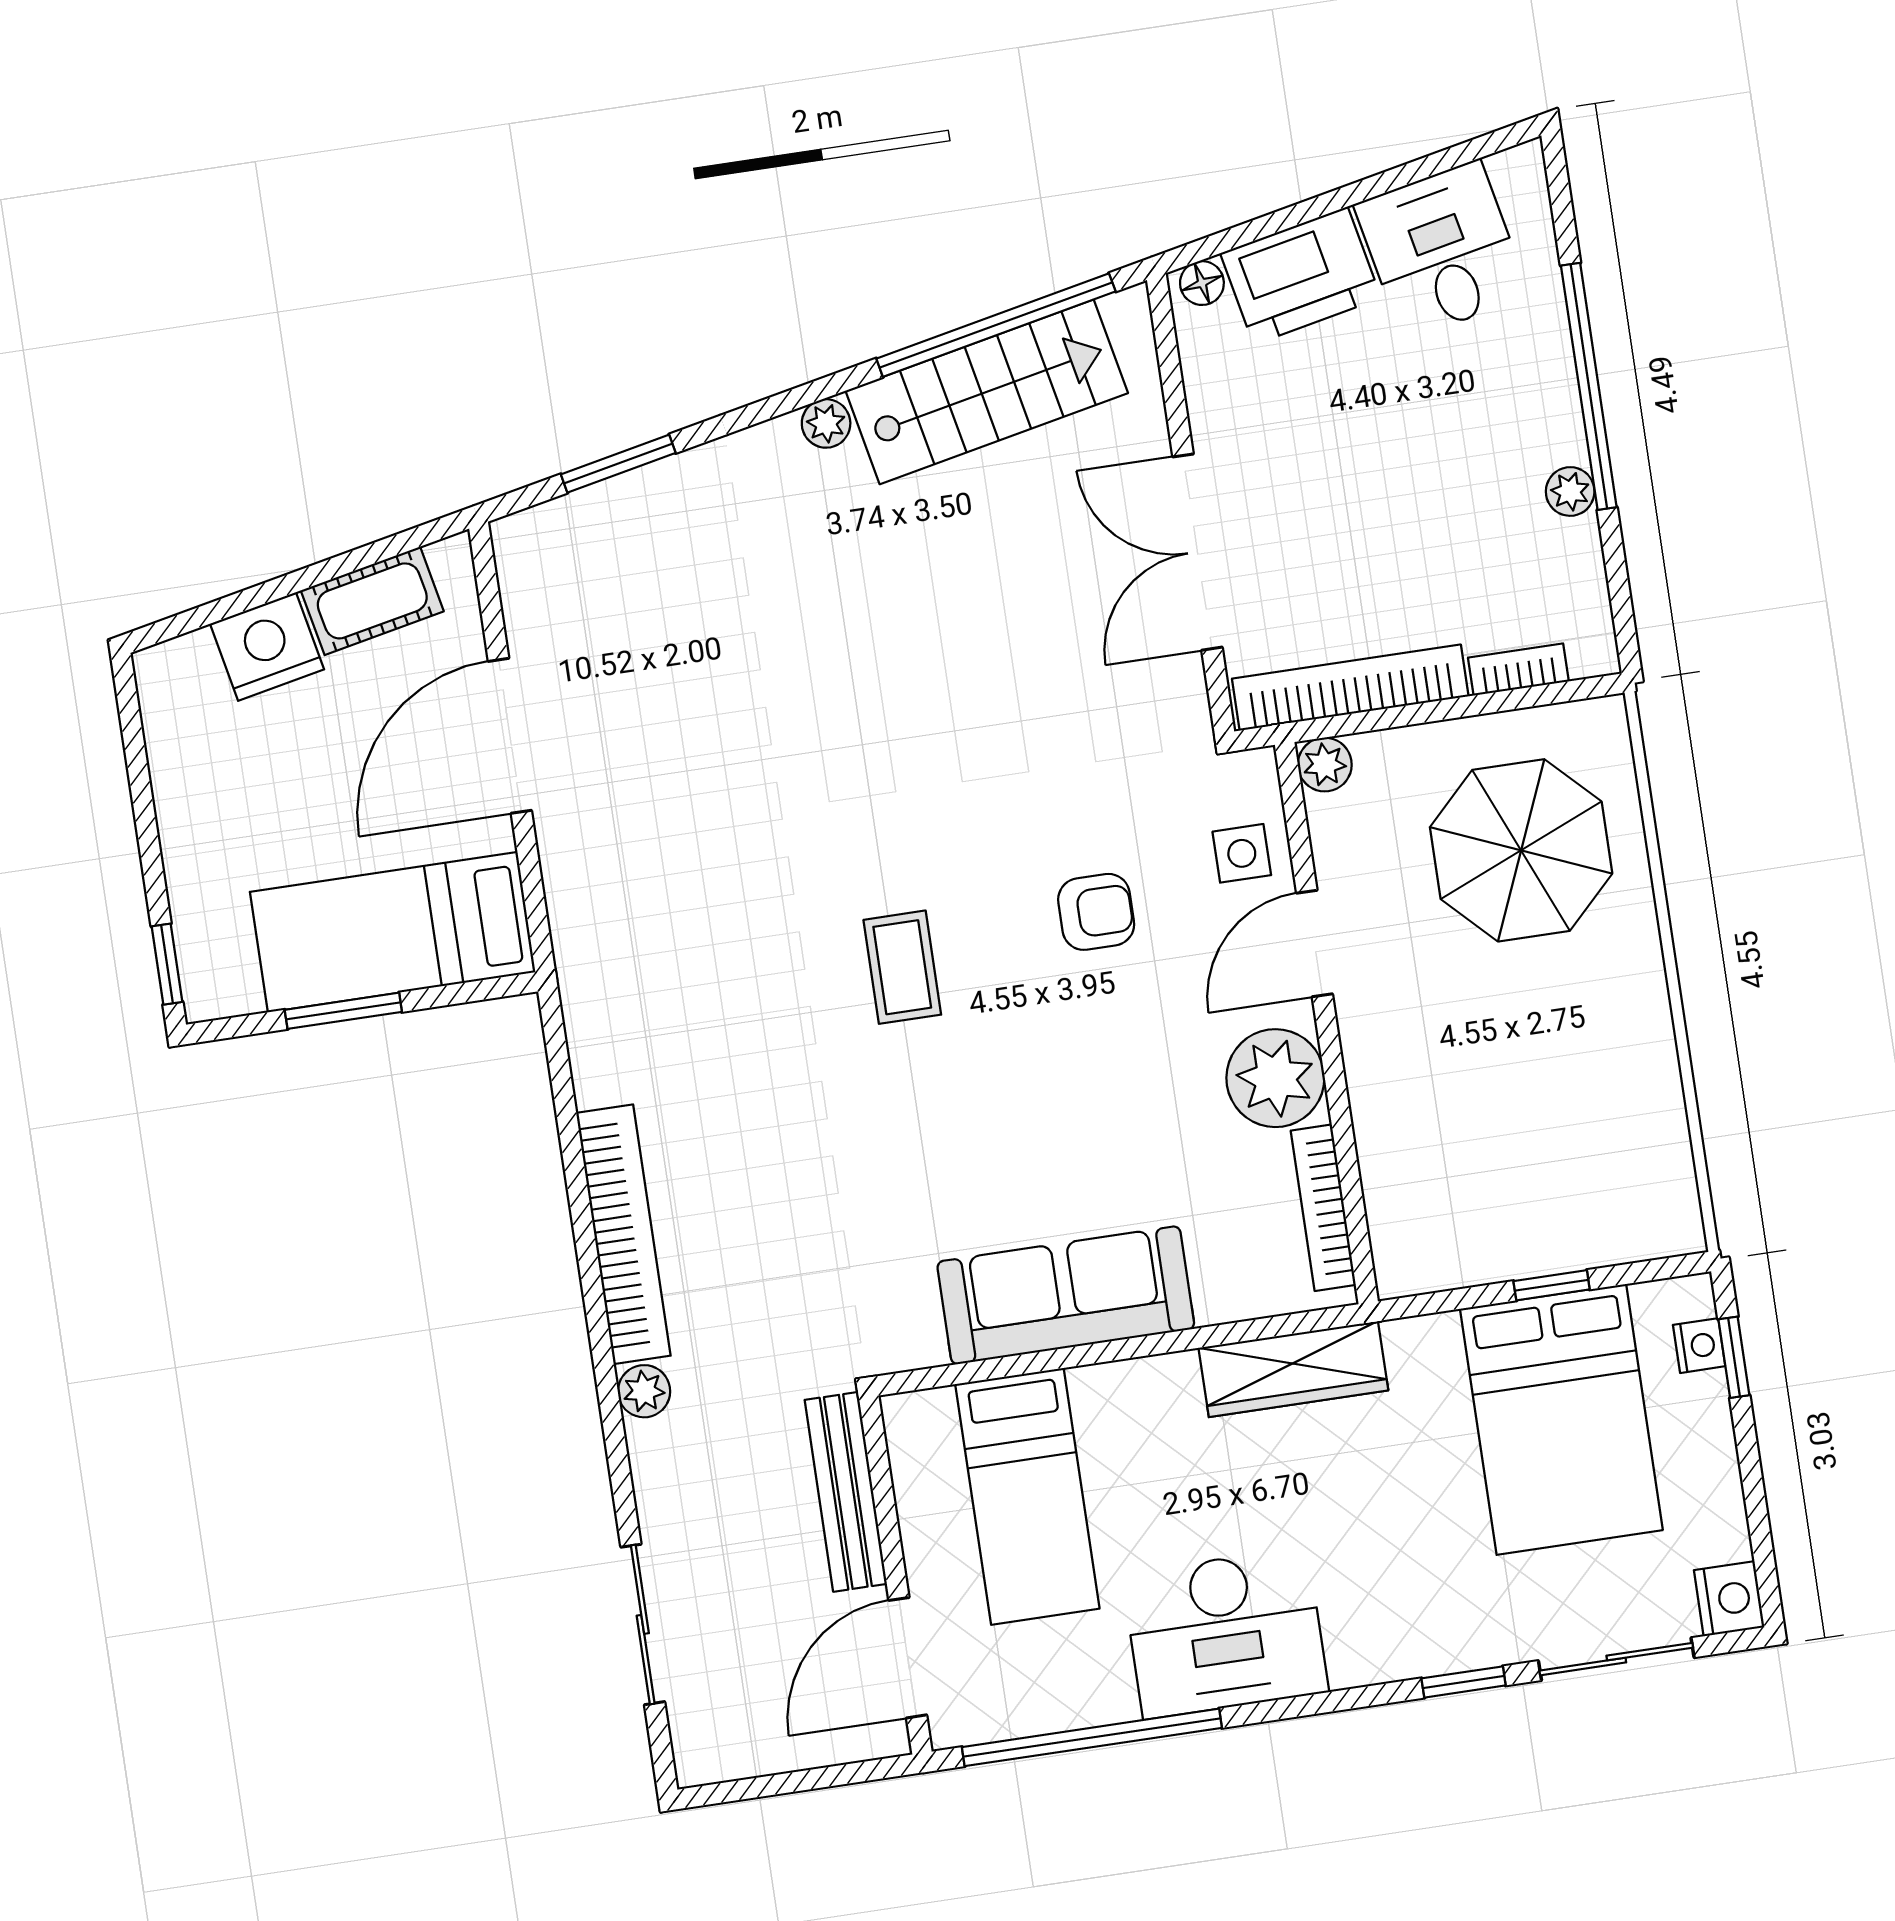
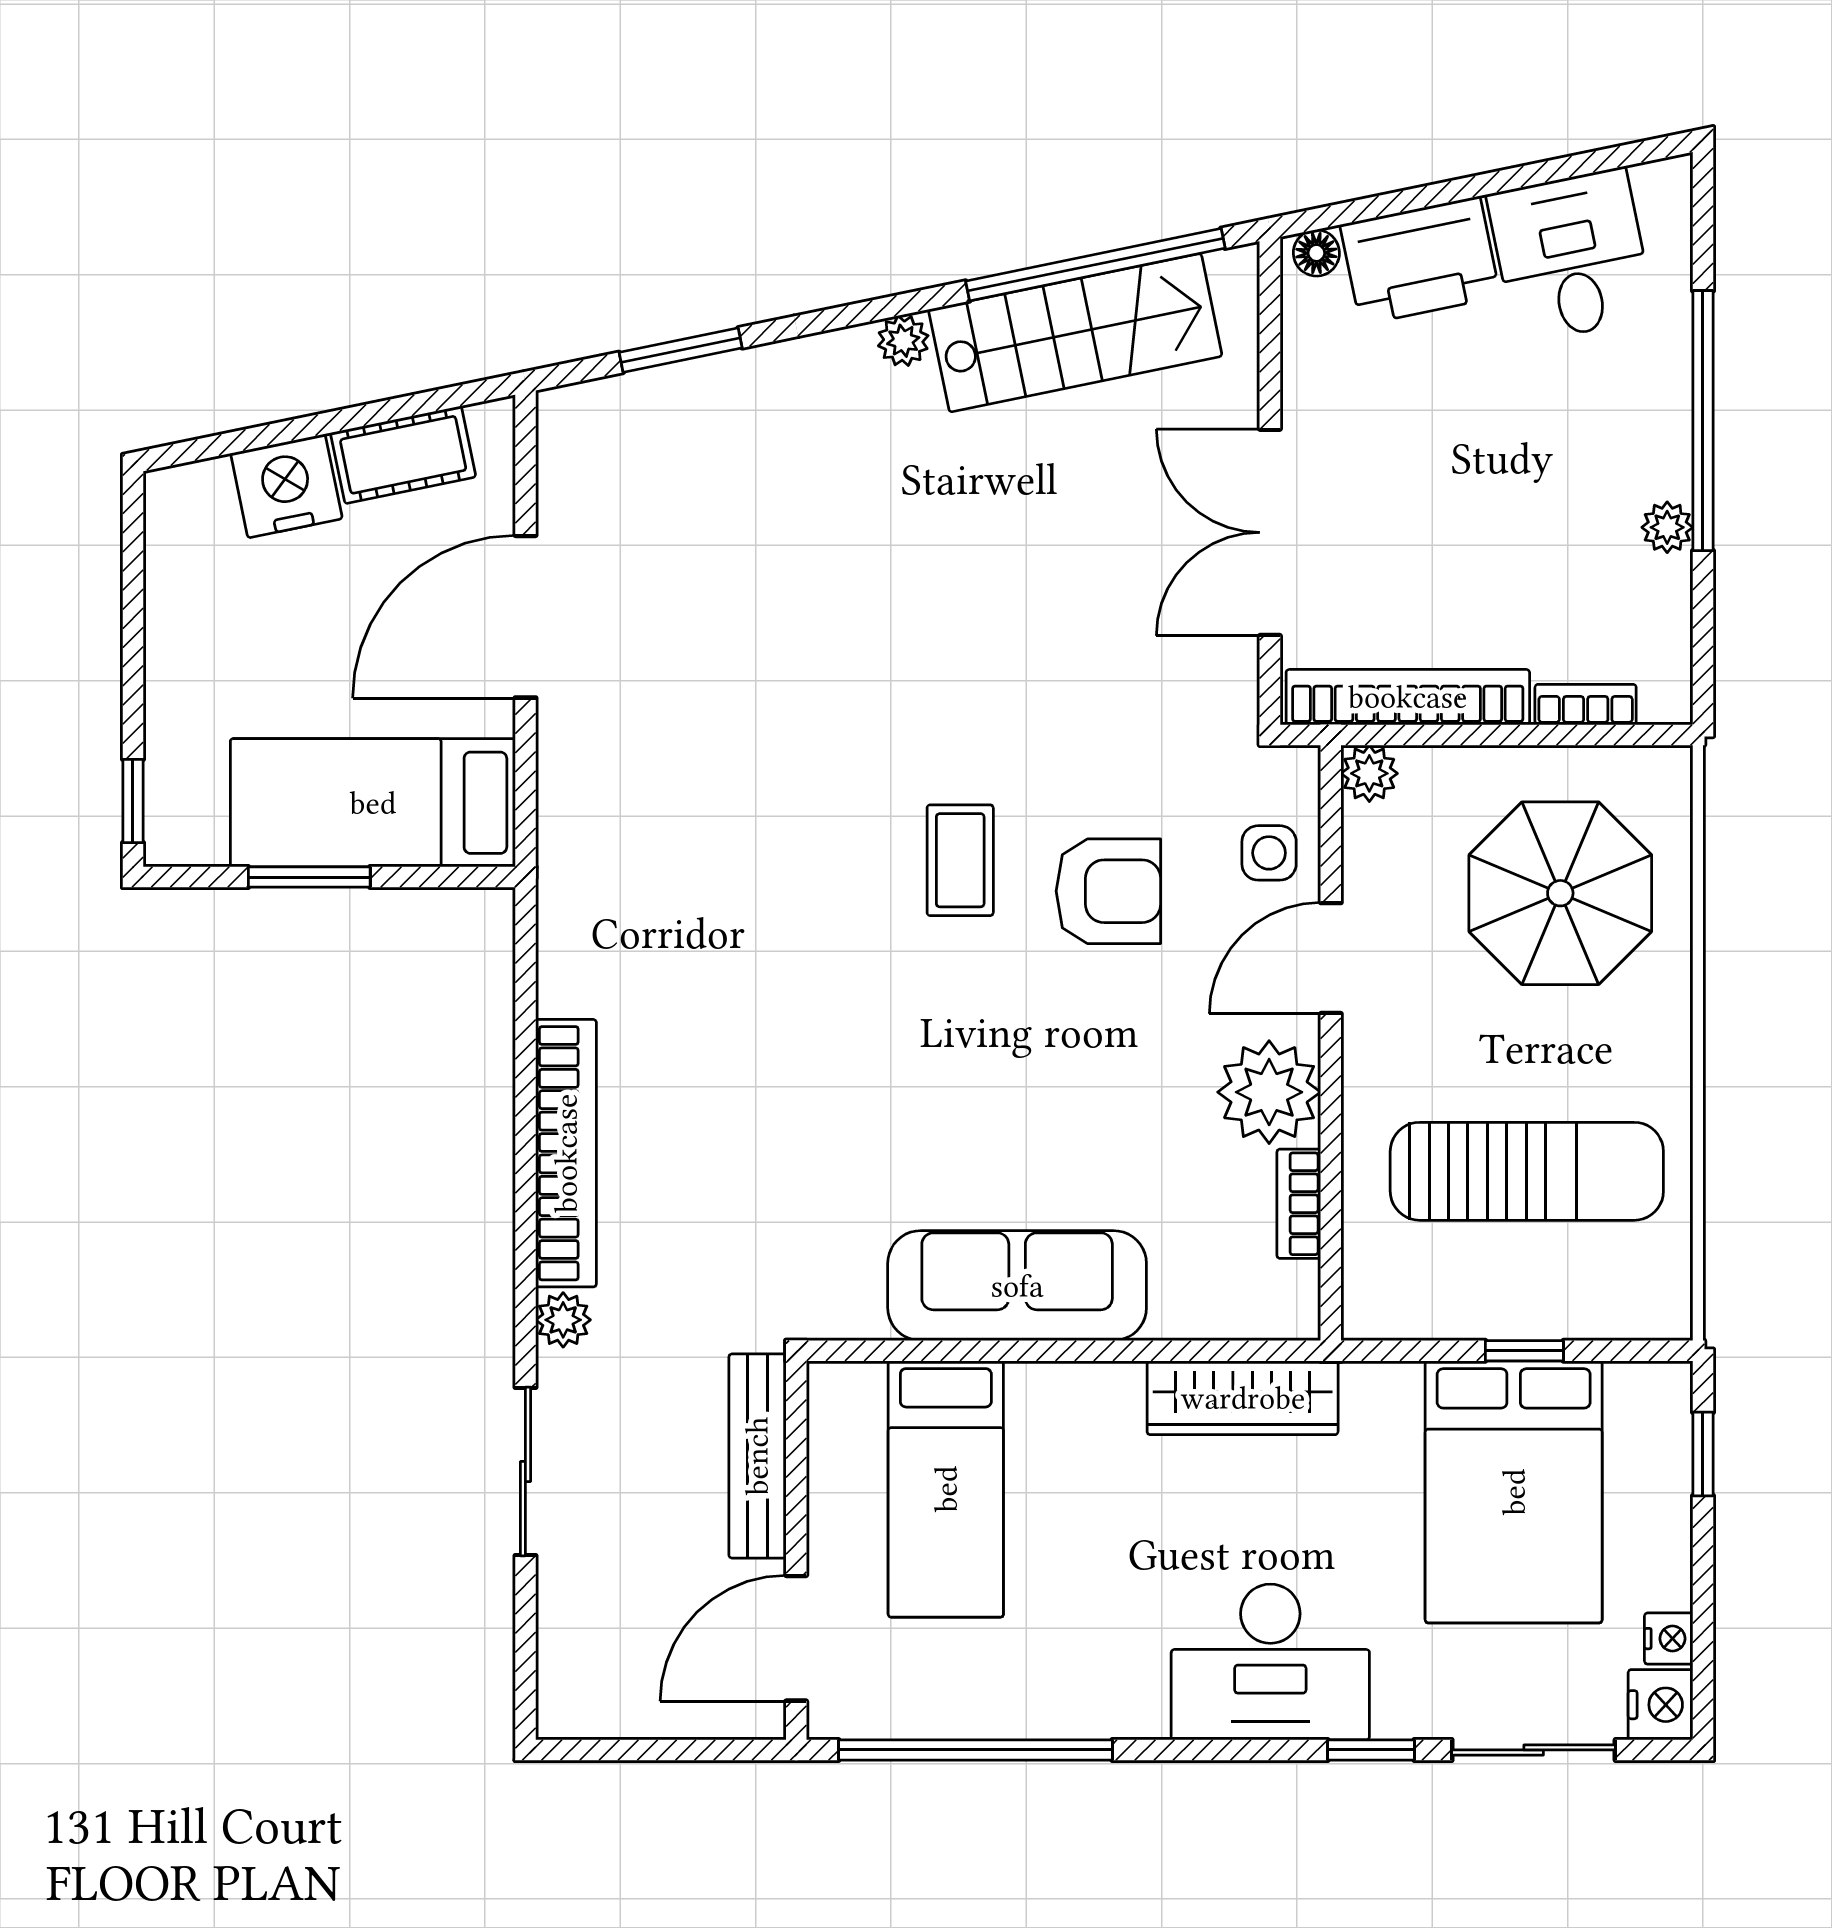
armchair: (1096, 912) -> (1108, 891), width x1.38, depth x1.38
coffee table: (902, 967) -> (960, 860), moved
sun lounger: (1529, 1116) -> (1527, 1171), added
bookcase: (1323, 1208) -> (1299, 1204), width x0.64
nightstand: (1699, 1346) -> (1669, 1639), moved
sliding door: (643, 1624) -> (525, 1472), moved
desk: (1225, 1633) -> (1270, 1662), moved

